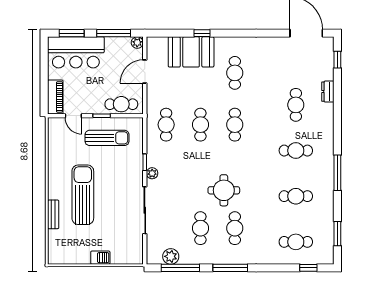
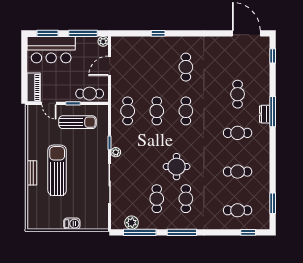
booth: (191, 52) -> (149, 49), removed
dresser: (328, 92) -> (265, 114), moved
window: (337, 173) -> (273, 112), moved
bench: (53, 214) -> (32, 173), moved

